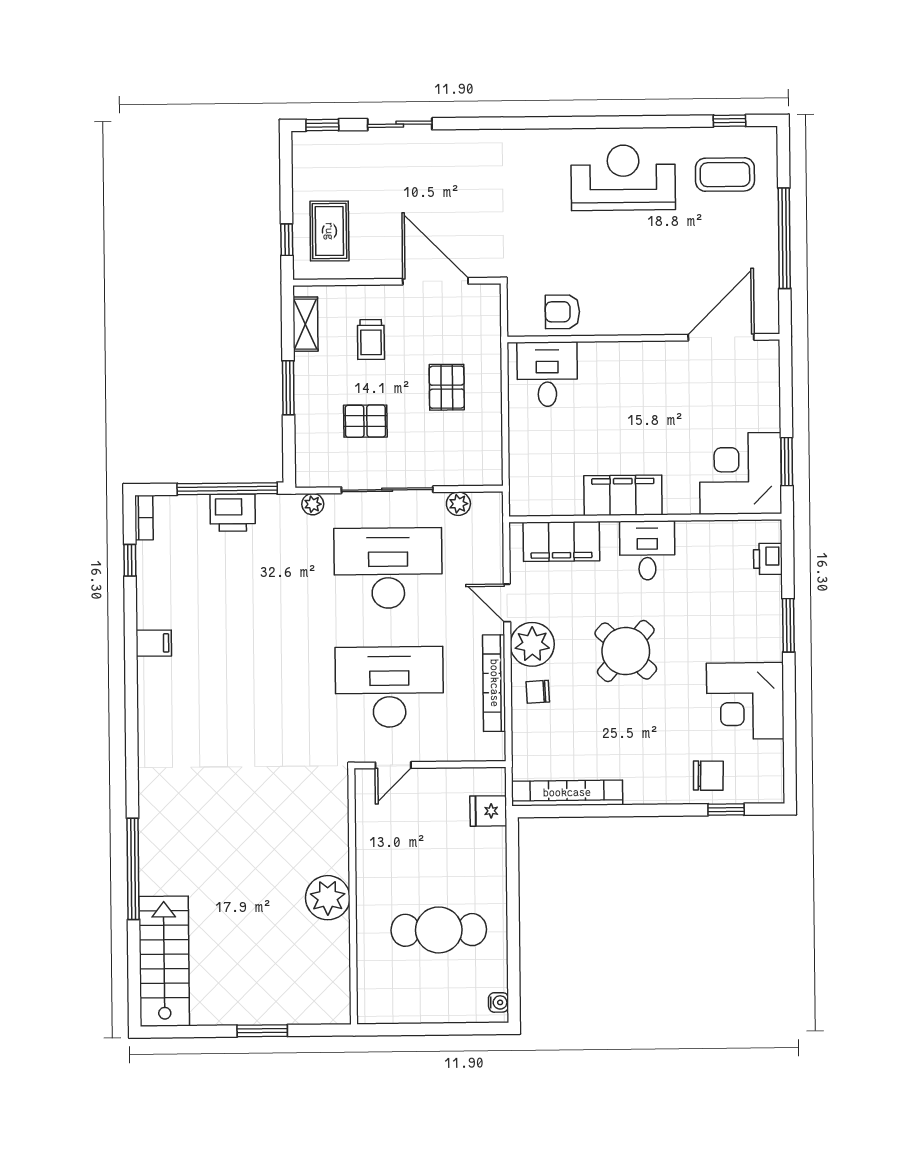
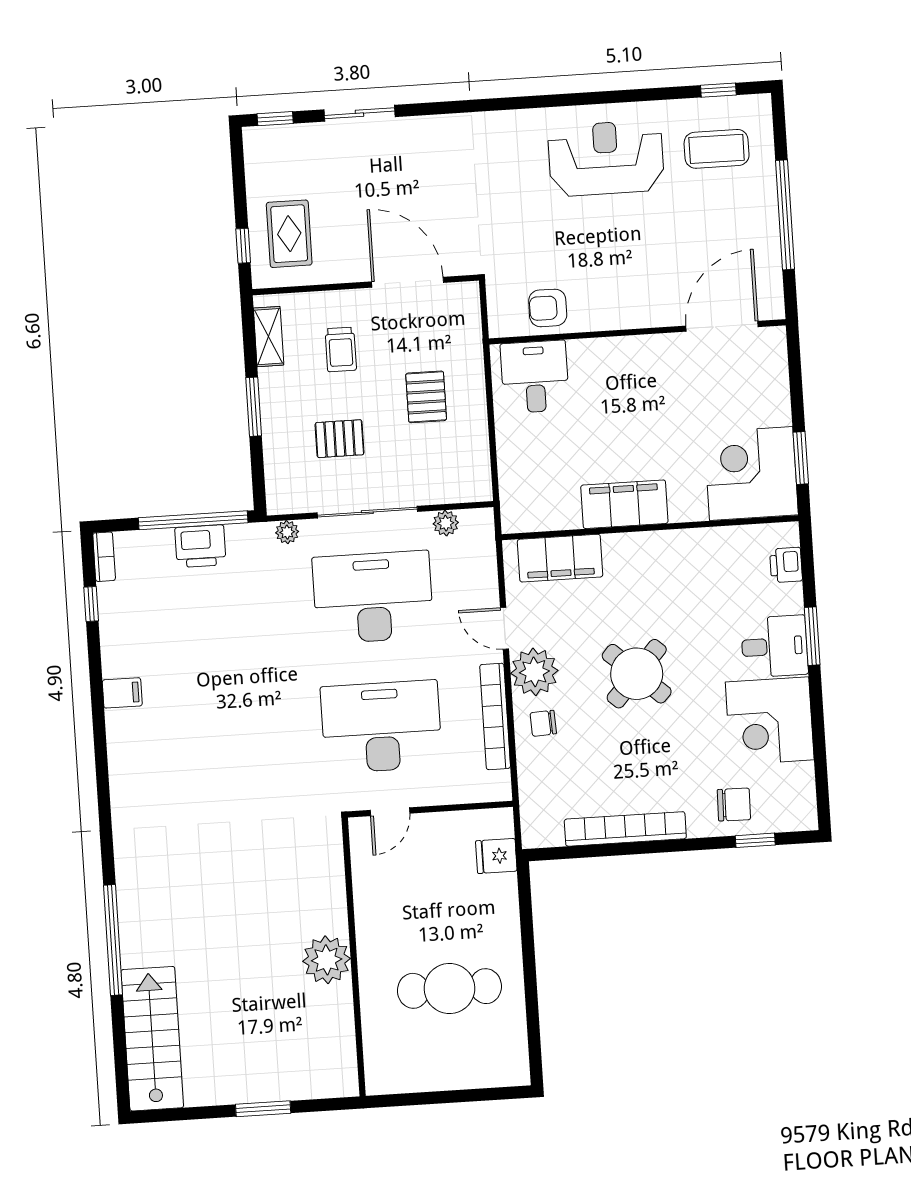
desk: (647, 550) -> (774, 646), moved, turned 90
bookcase: (567, 793) -> (625, 829), moved
water cooler: (499, 1002) -> (519, 1064), removed

